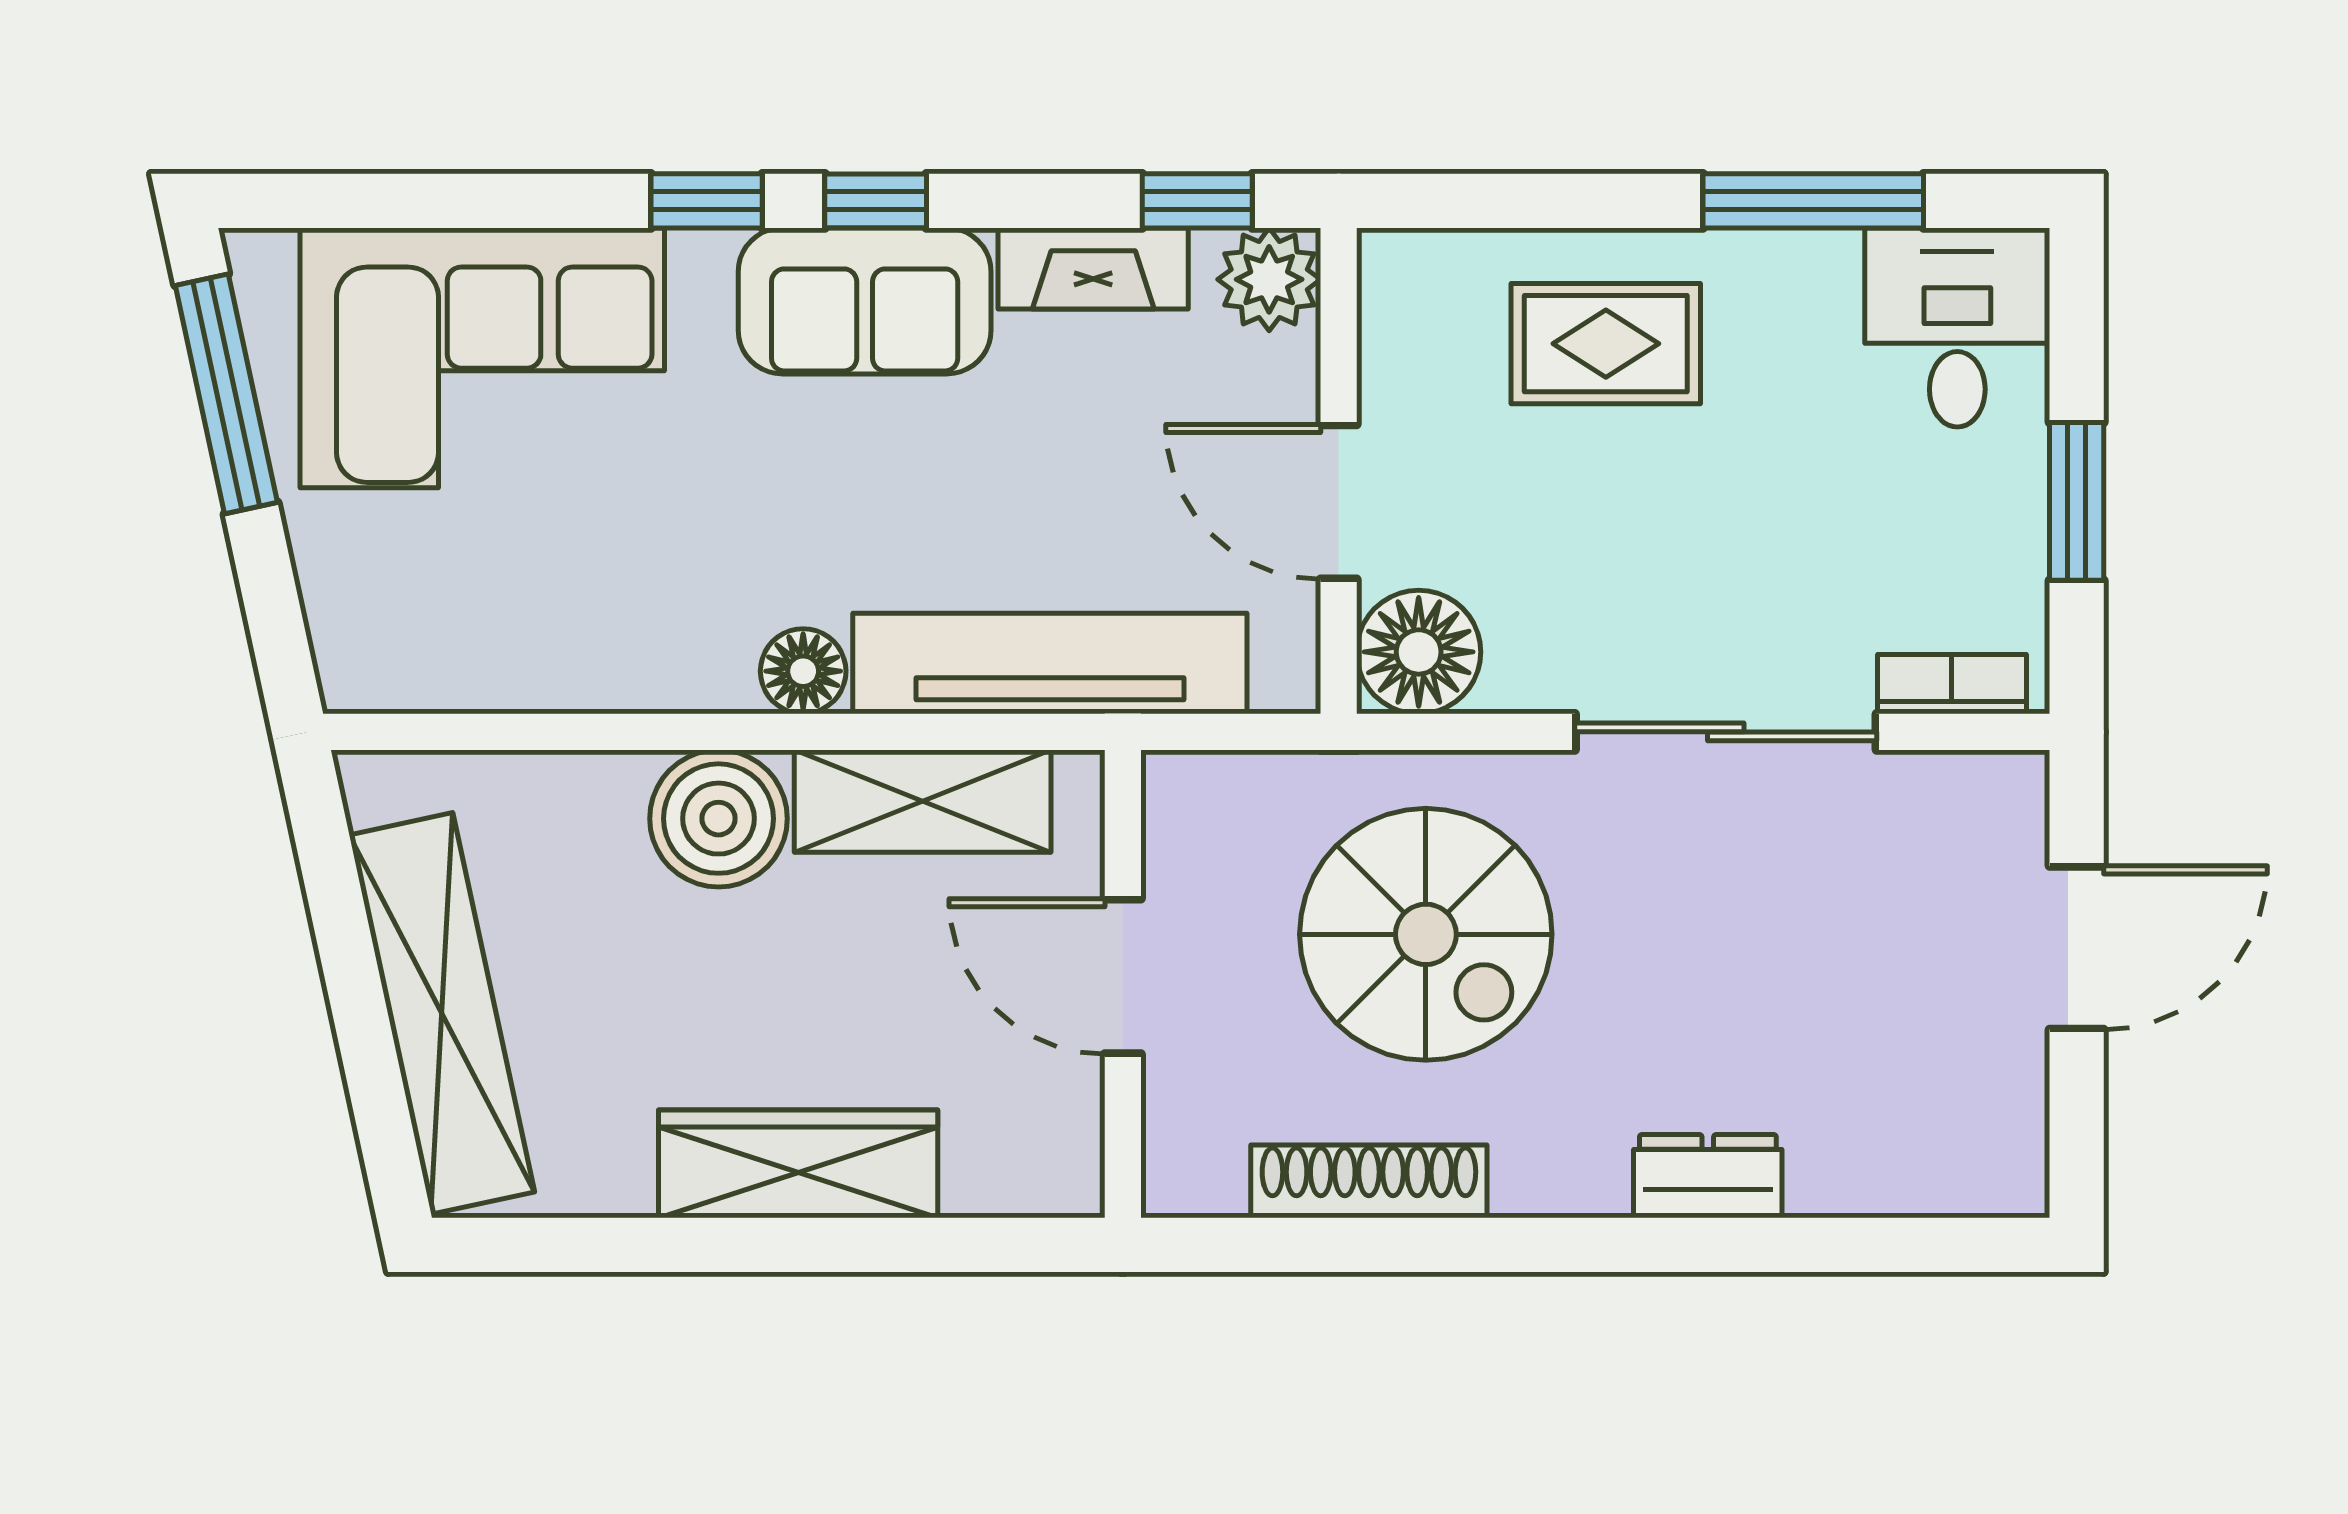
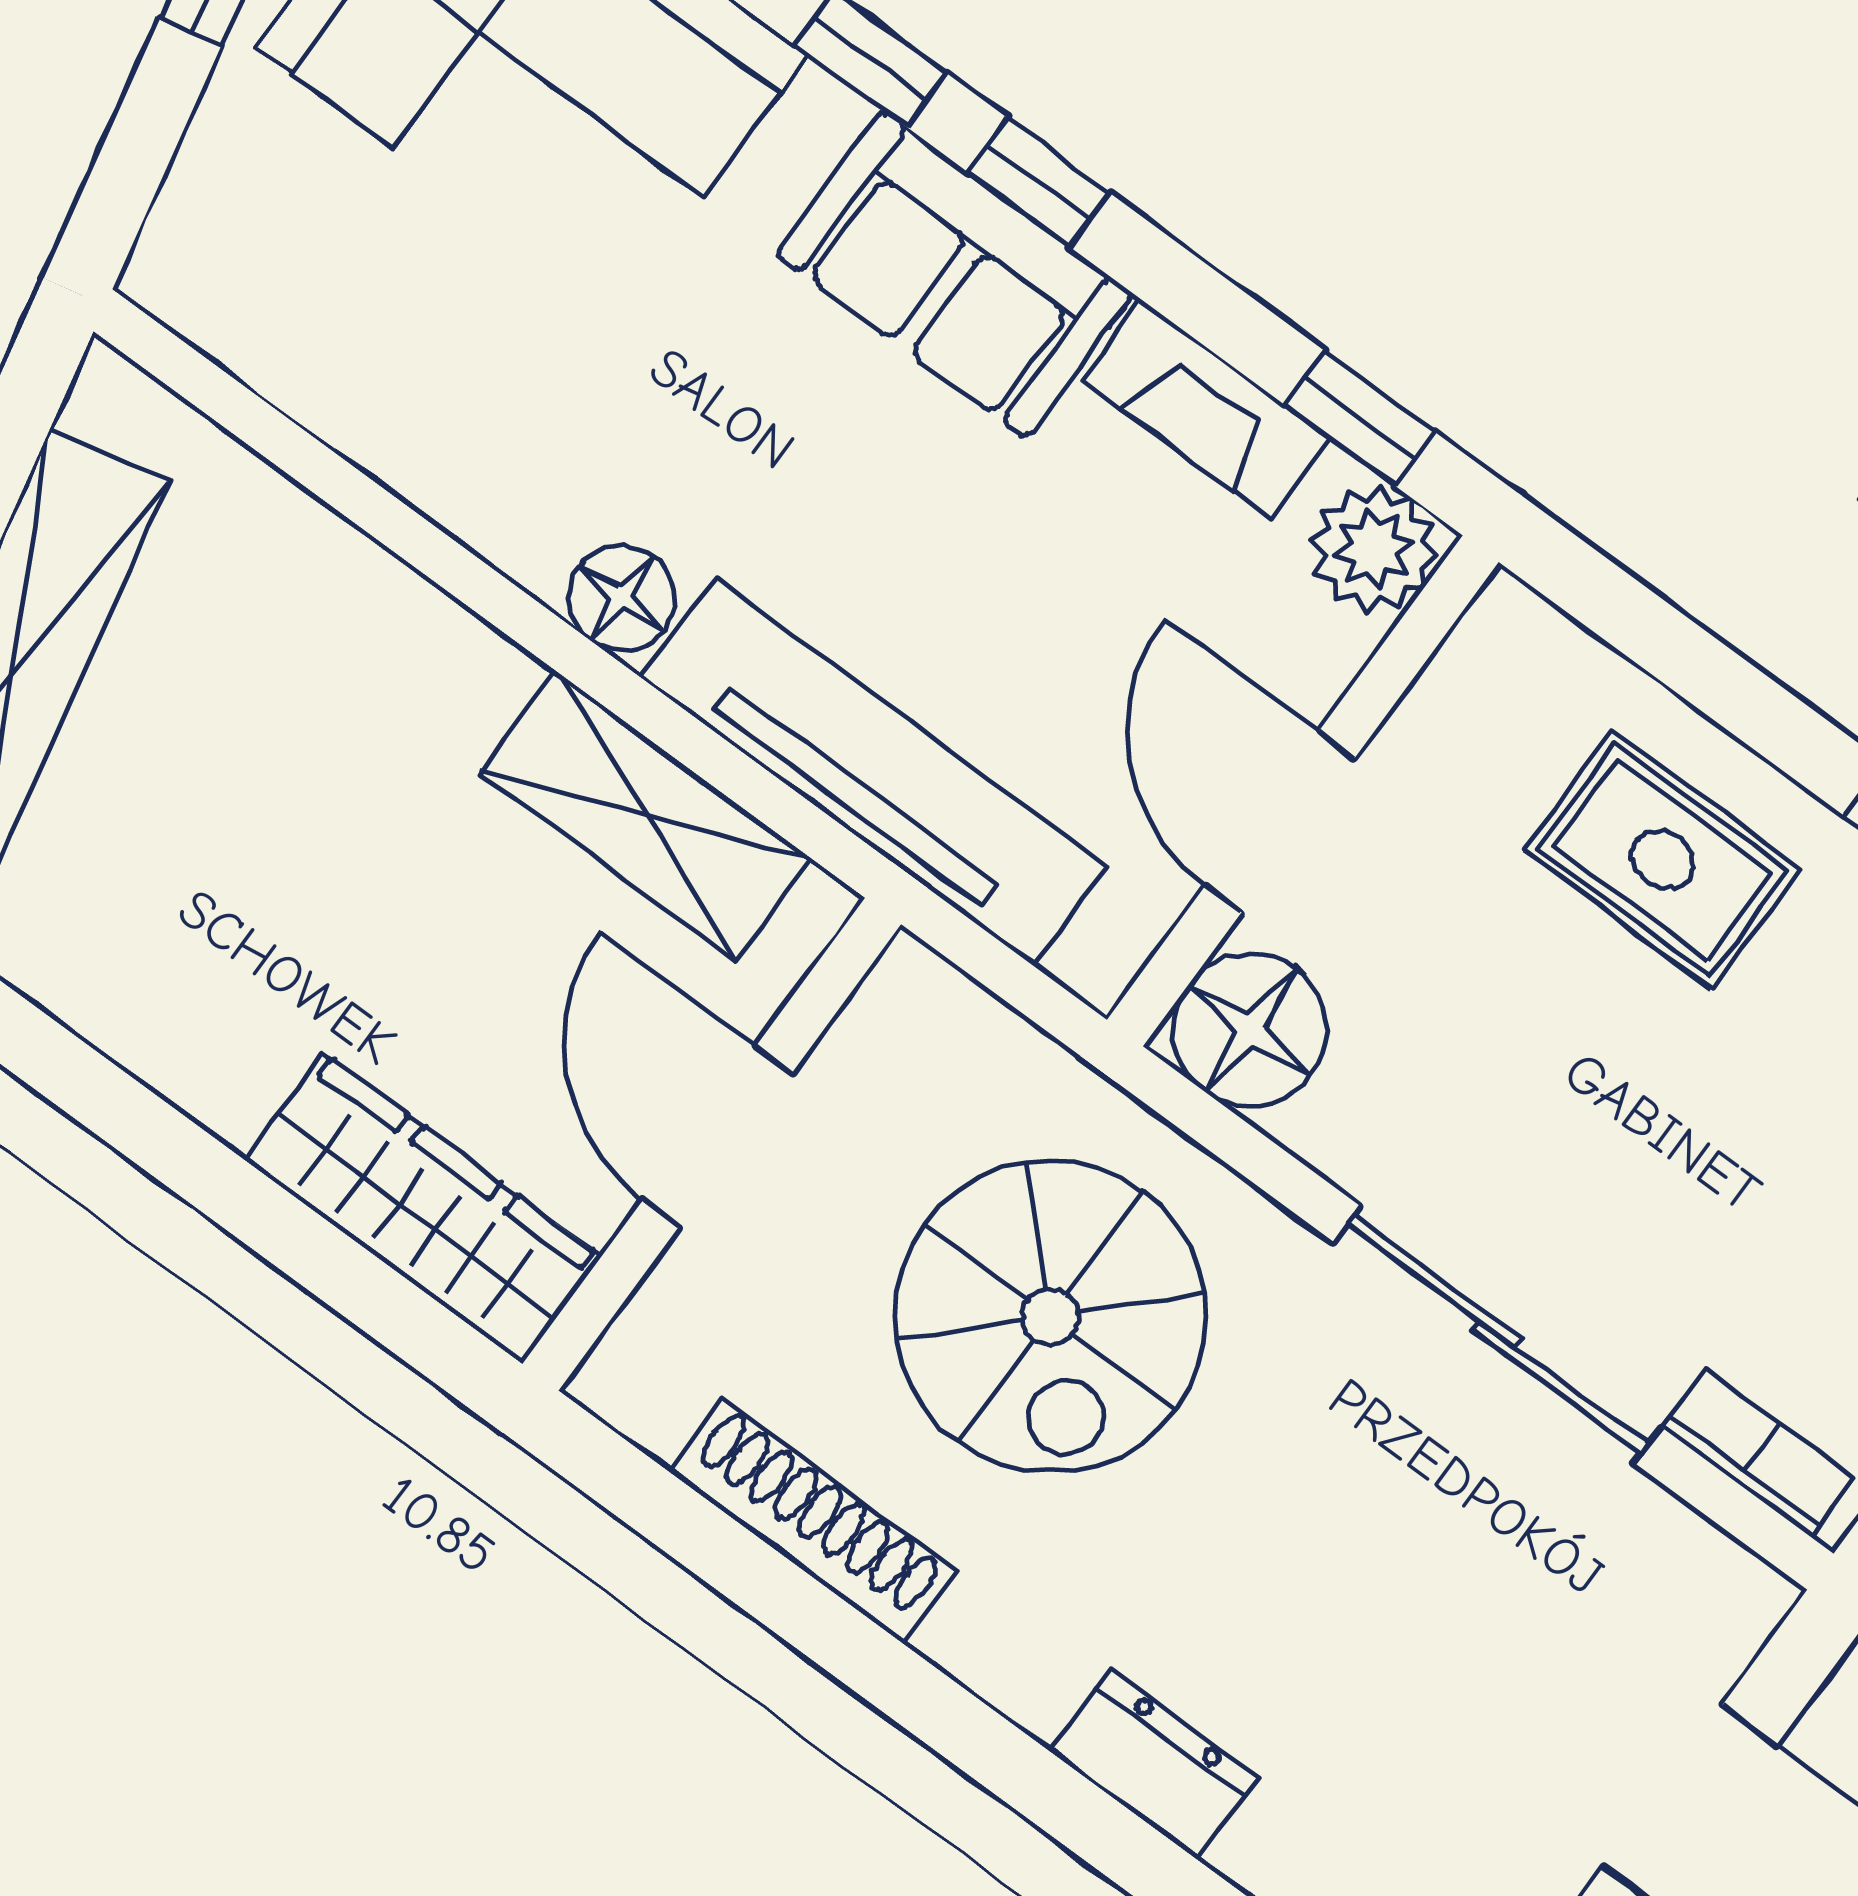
boiler: (719, 819) -> (430, 683), removed
wardrobe: (798, 1164) -> (423, 1208), moved

